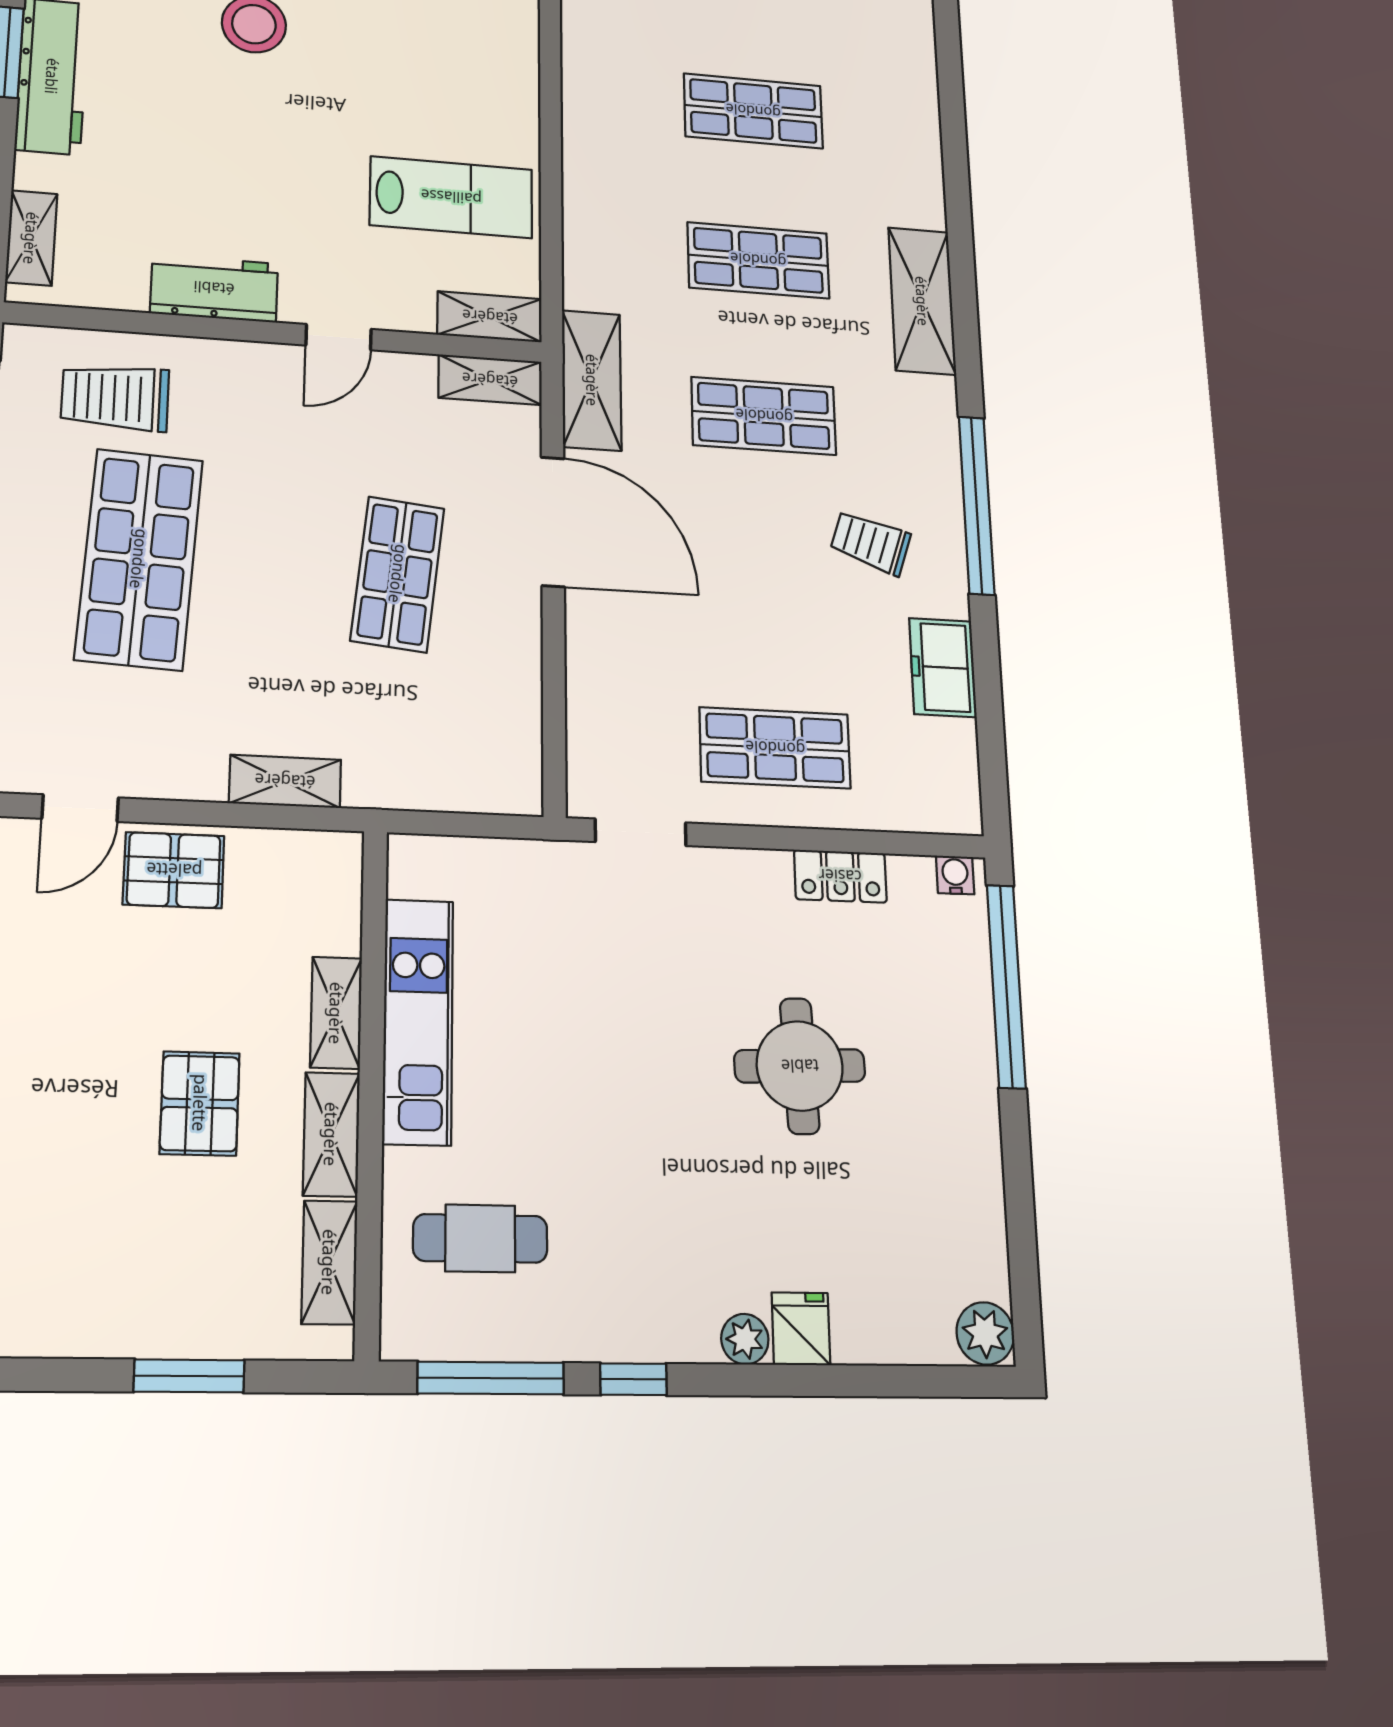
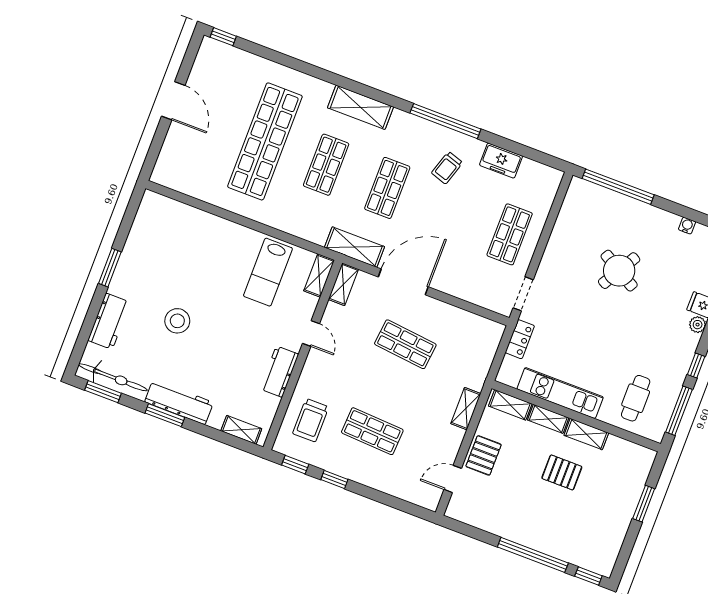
shop shelf: (753, 111) -> (265, 141), width x2.00, depth x1.36
lab bench: (451, 197) -> (268, 272), turned 180
shop shelf: (139, 559) -> (372, 431), width x0.70, depth x0.74
door: (80, 808) -> (453, 479), swing flipped
water cooler: (955, 875) -> (687, 226), moved, turned 90
locker: (840, 876) -> (520, 339), moved
round table: (800, 1066) -> (619, 271), turned 32
shelving: (329, 1262) -> (510, 405), moved

